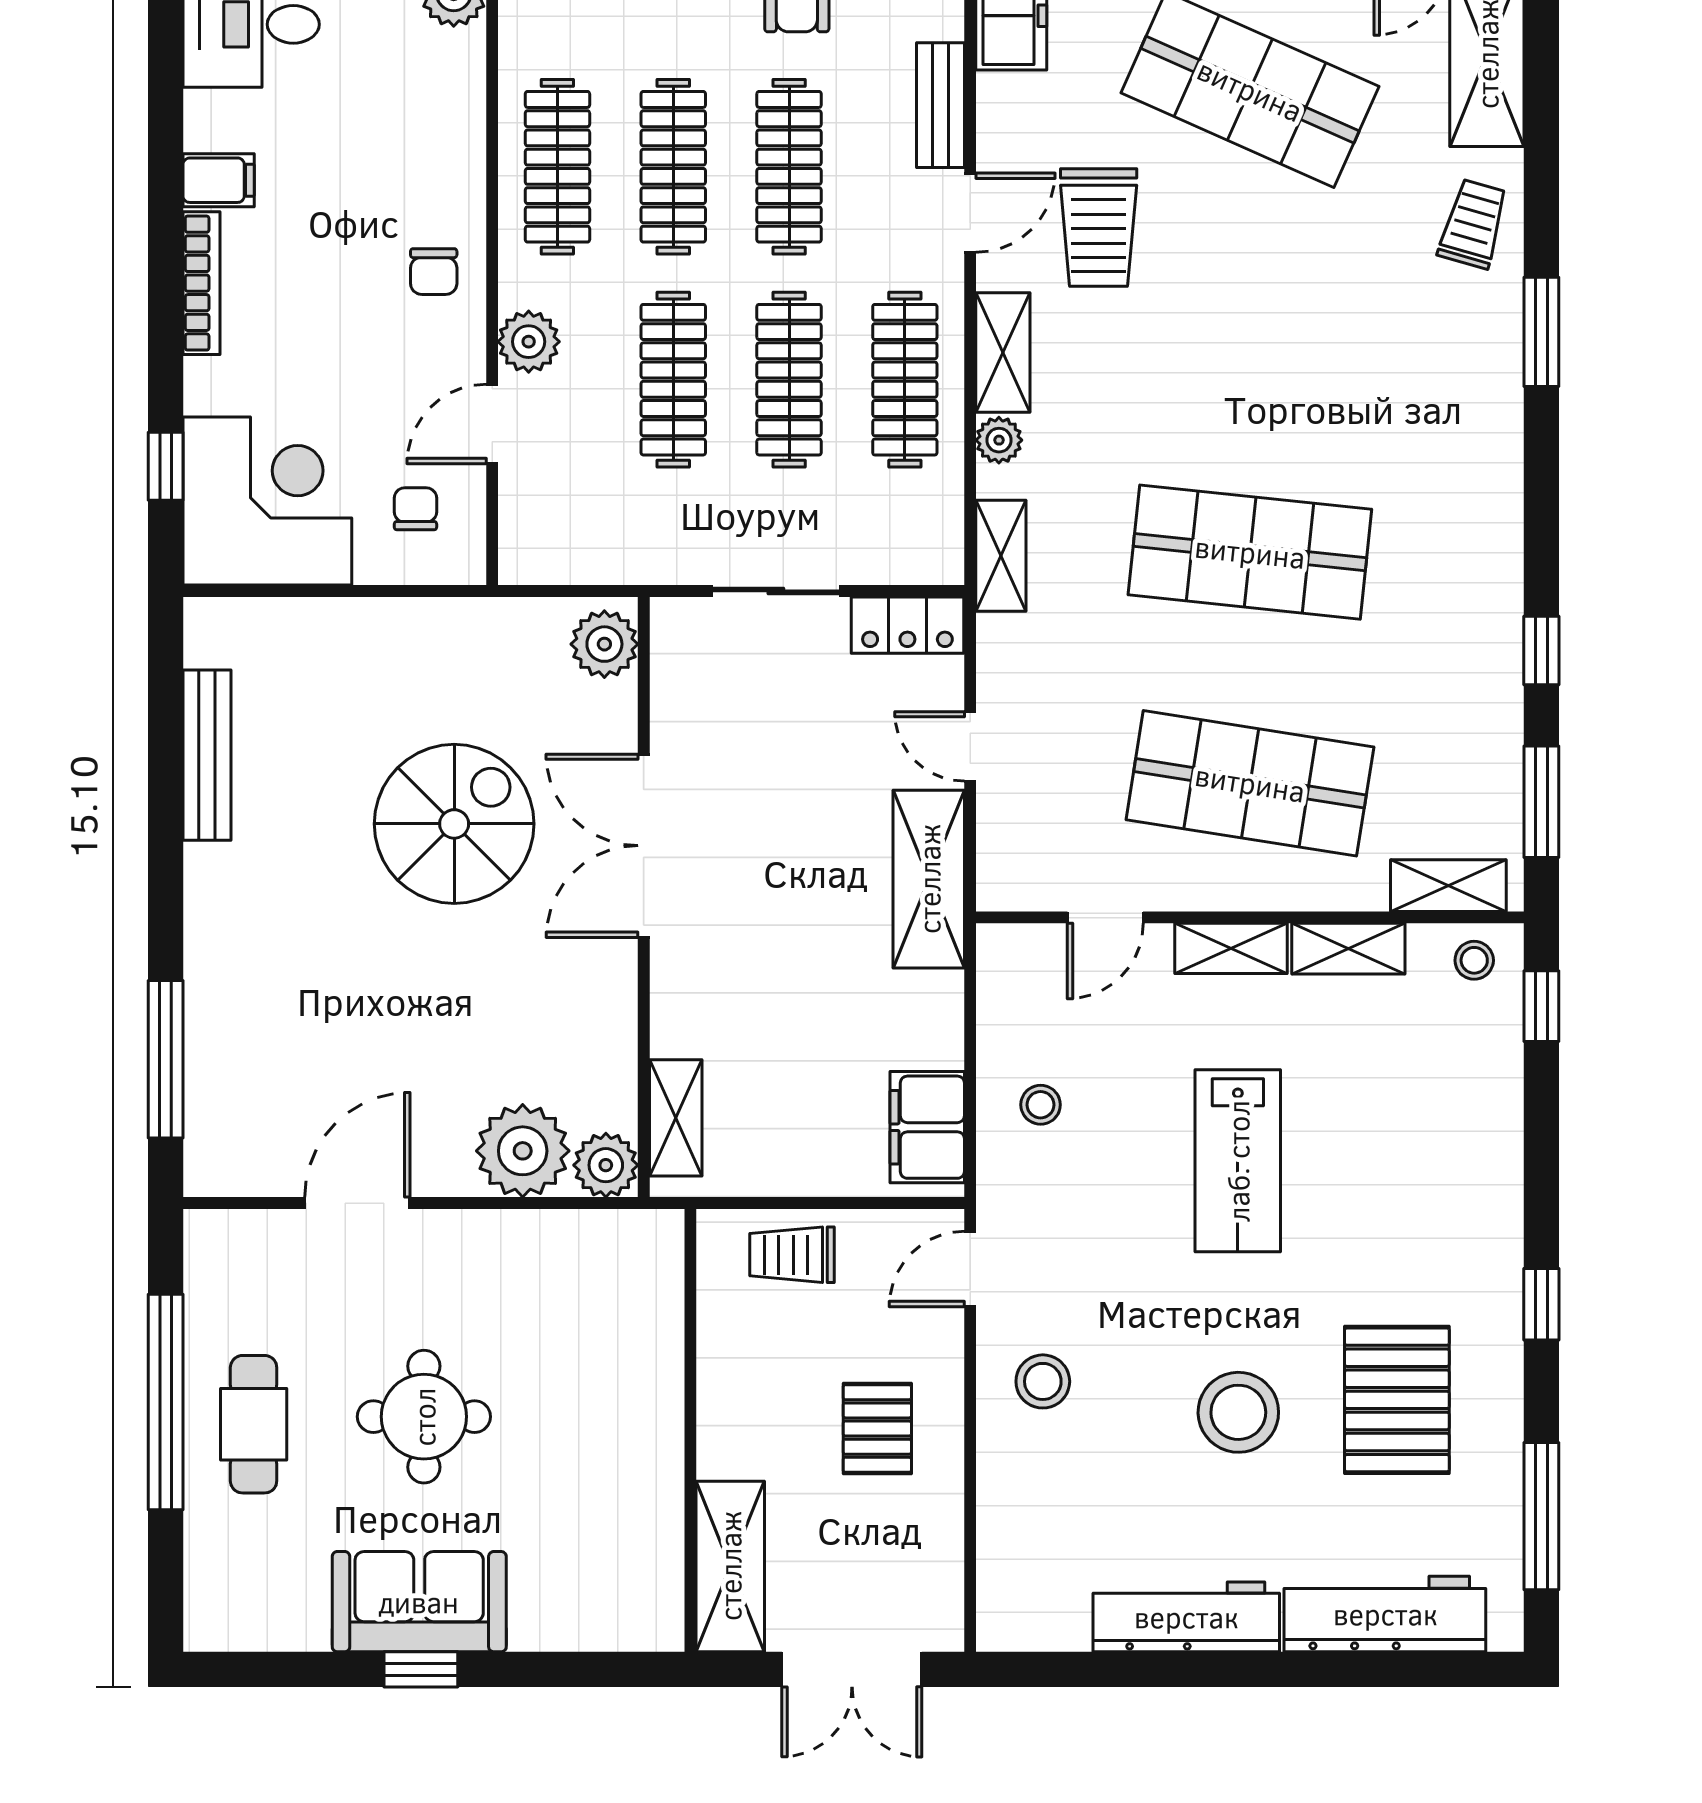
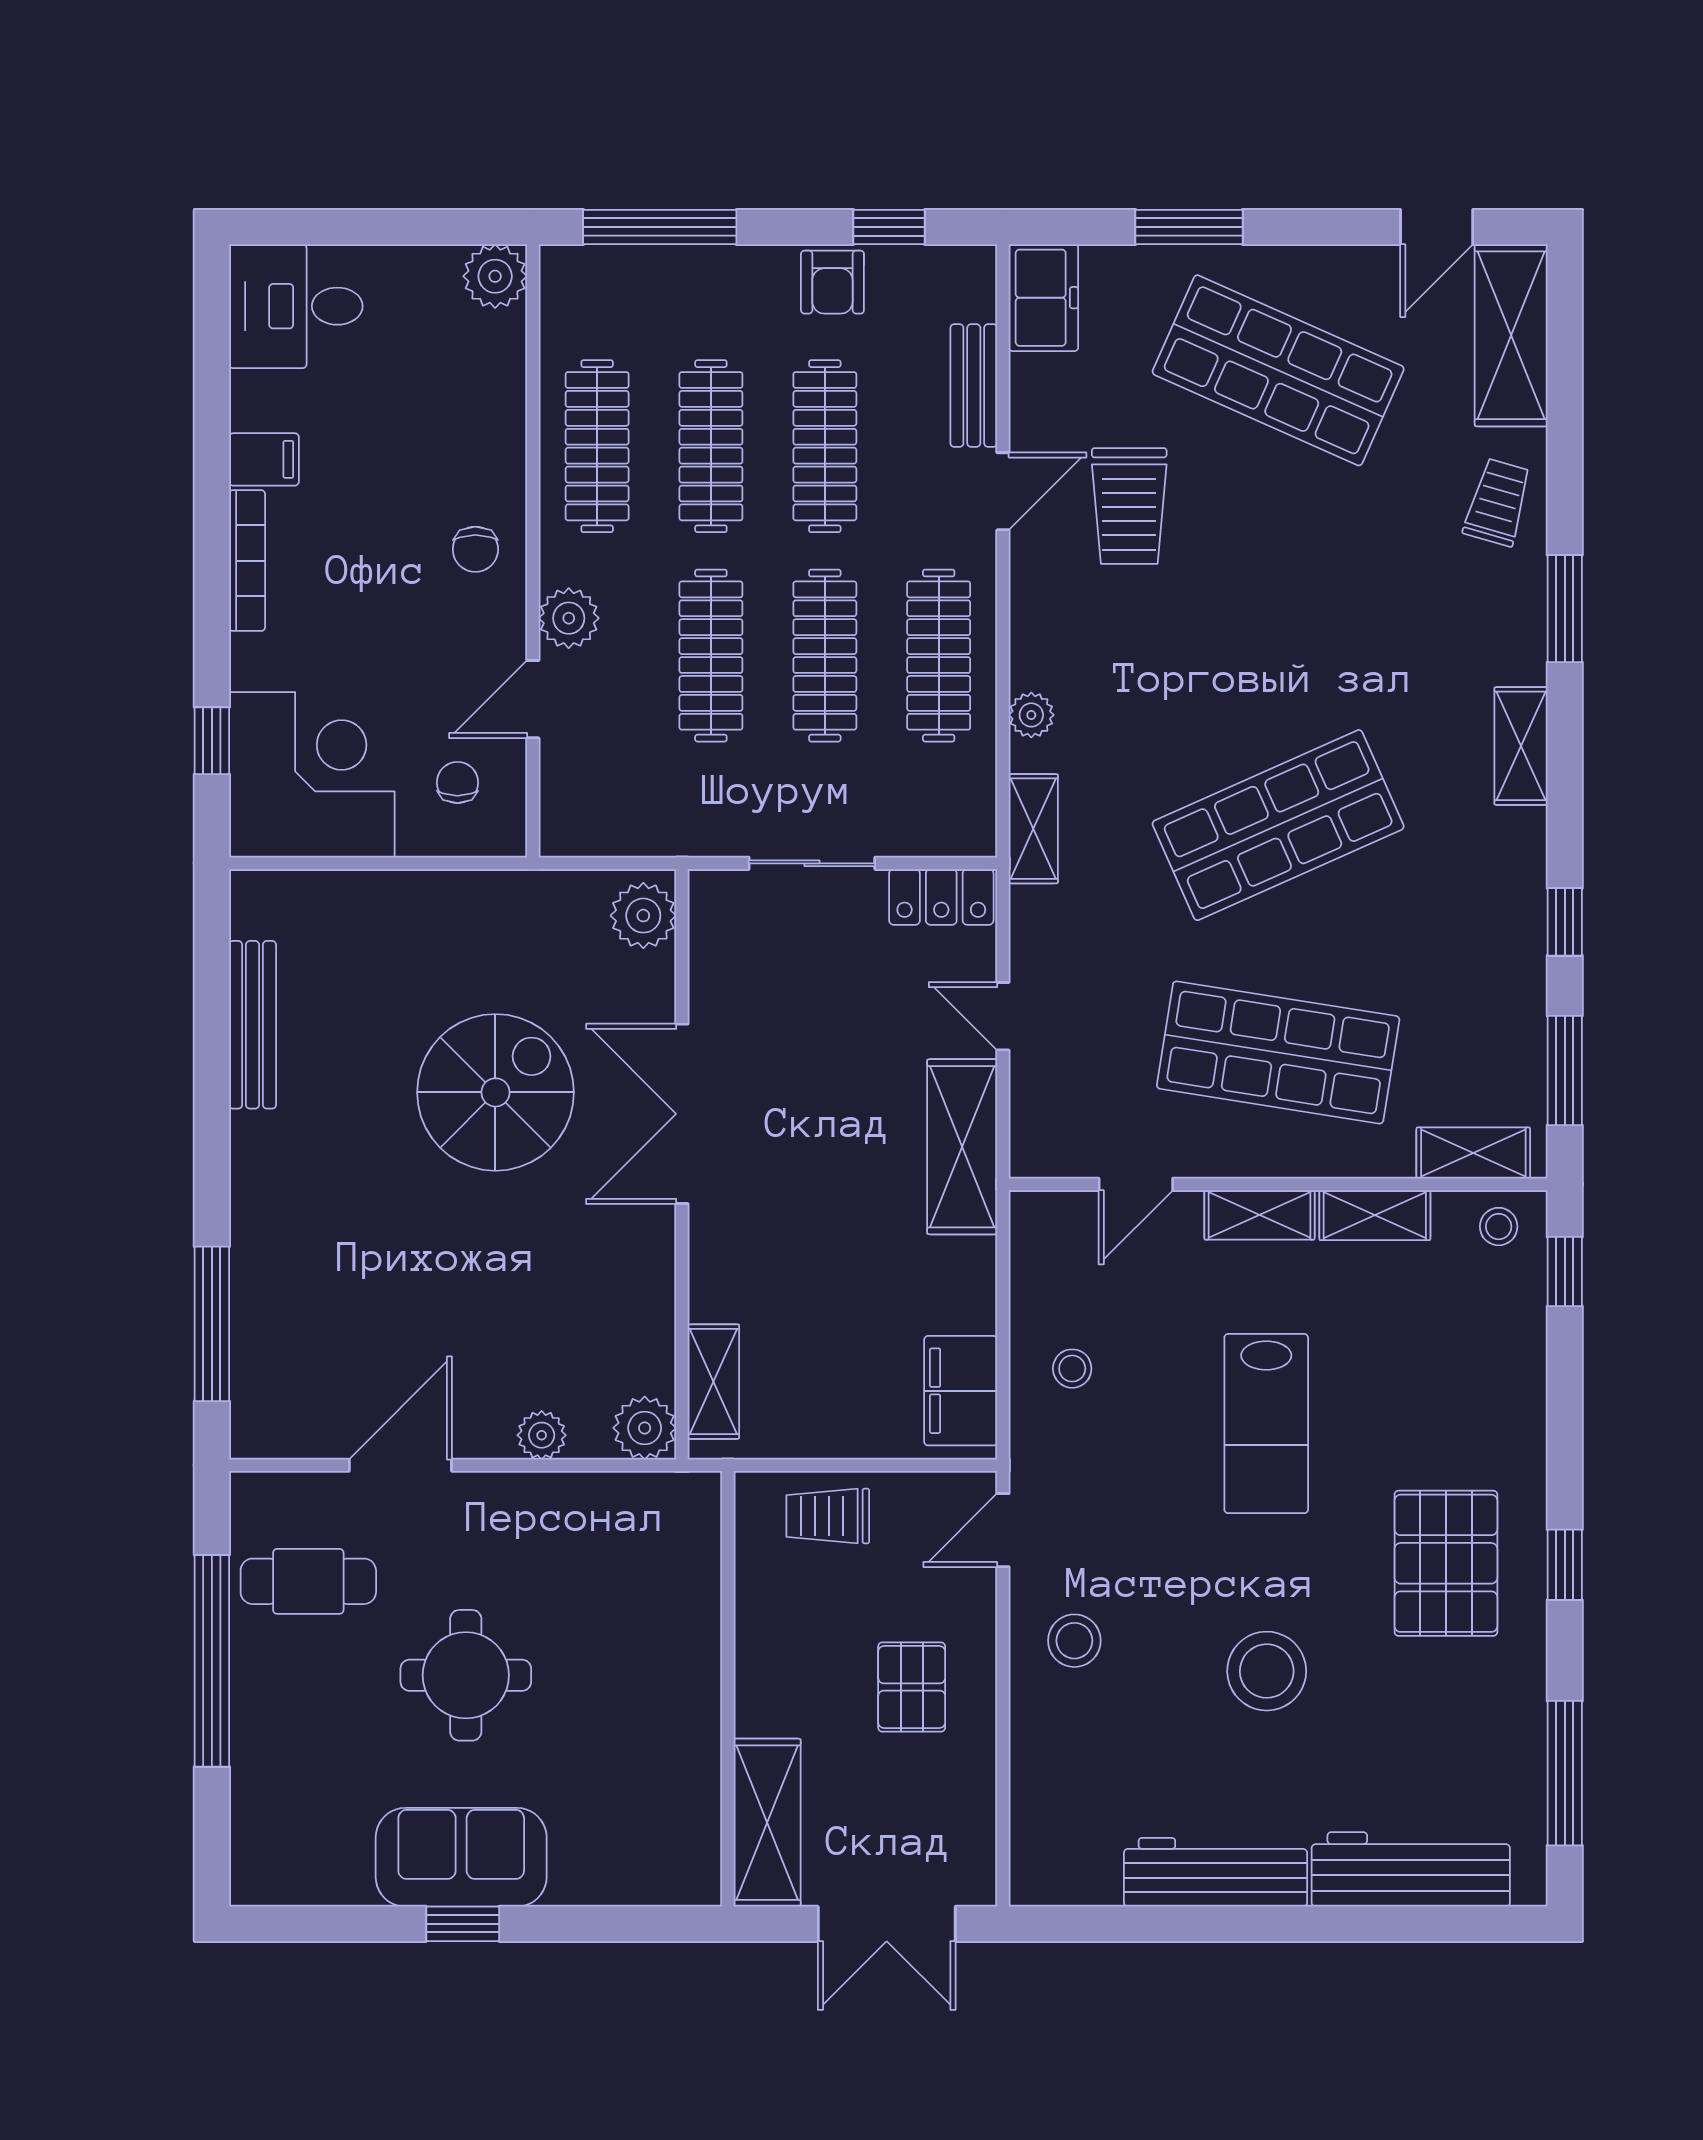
shelving: (1003, 352) -> (1521, 746), moved
shop shelf: (1250, 552) -> (1278, 825), turned -30
plant: (523, 1151) -> (542, 1435), width x0.53, depth x0.53
pallet: (1397, 1400) -> (1446, 1563), moved
cafe table: (254, 1424) -> (308, 1581), moved, turned 90

